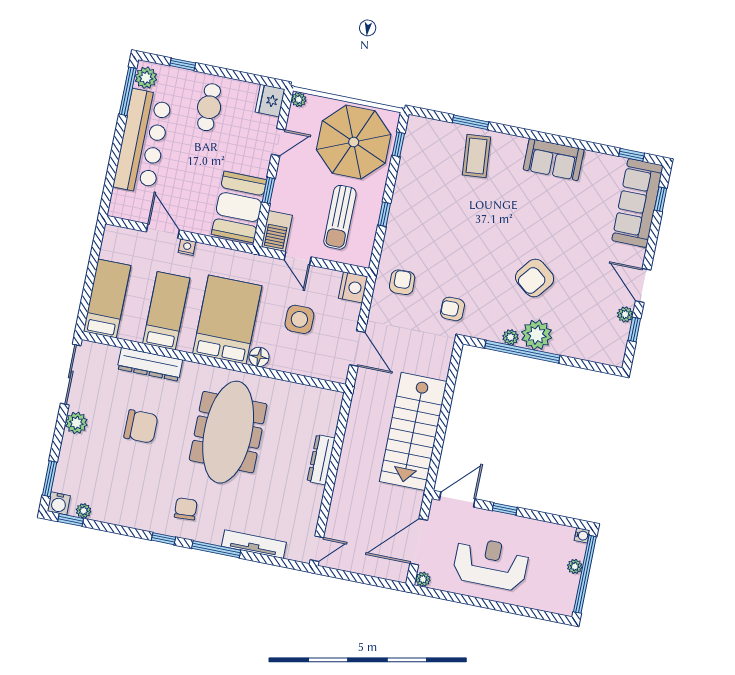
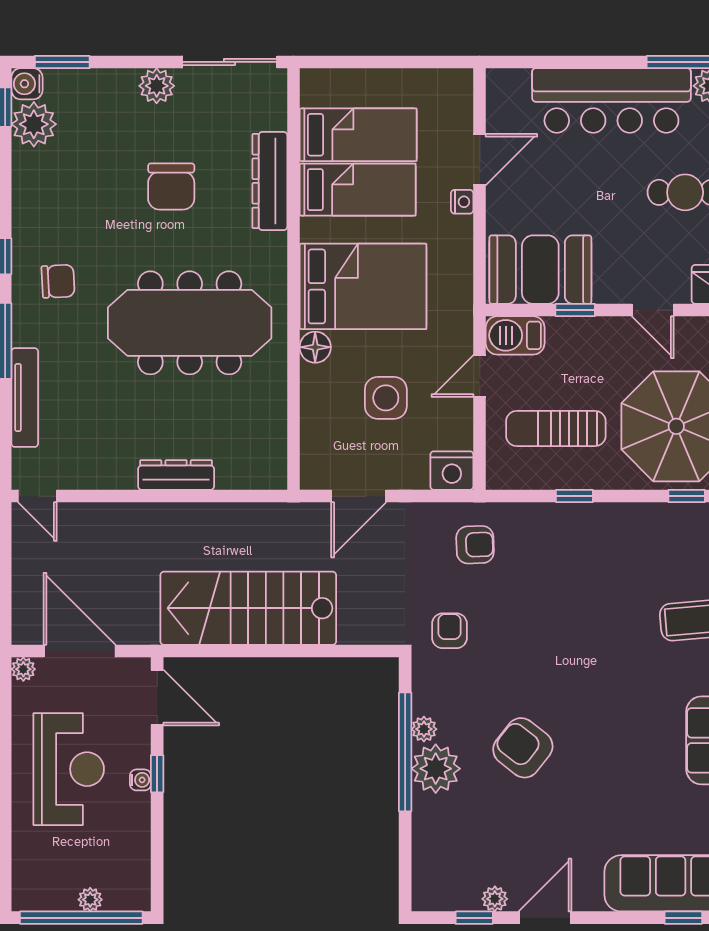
bed: (107, 298) -> (358, 135), moved
plant: (84, 511) -> (34, 124), width x1.88, depth x1.88
water cooler: (582, 535) -> (140, 780), moved, turned -90

